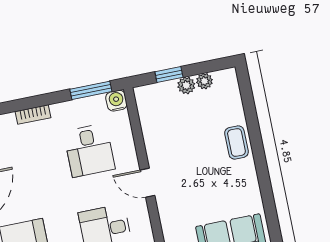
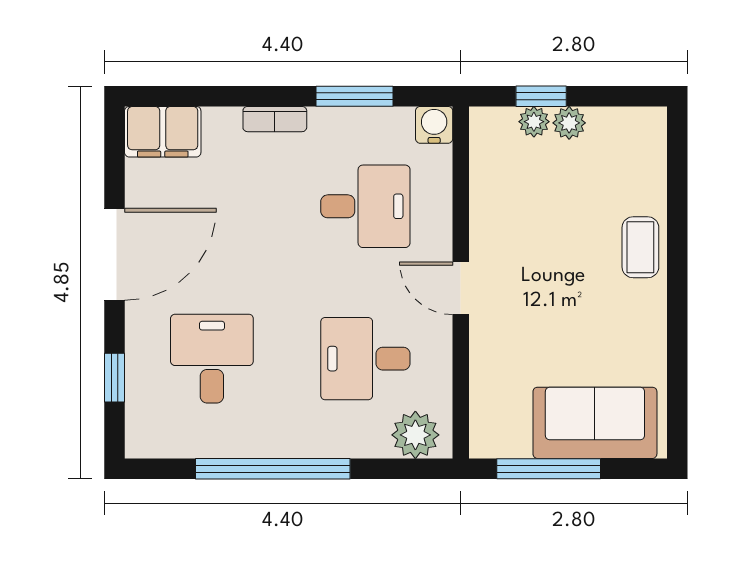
plant: (204, 81) -> (534, 122), moved
window: (91, 90) -> (355, 96), moved
desk: (89, 150) -> (365, 206), turned -90

